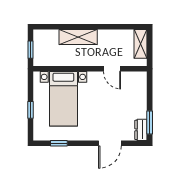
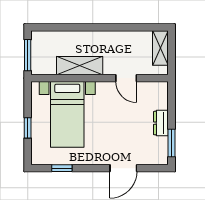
shelving: (78, 37) -> (80, 66), moved
window: (31, 50) -> (28, 55), width x1.50
dresser: (141, 130) -> (161, 123), moved

